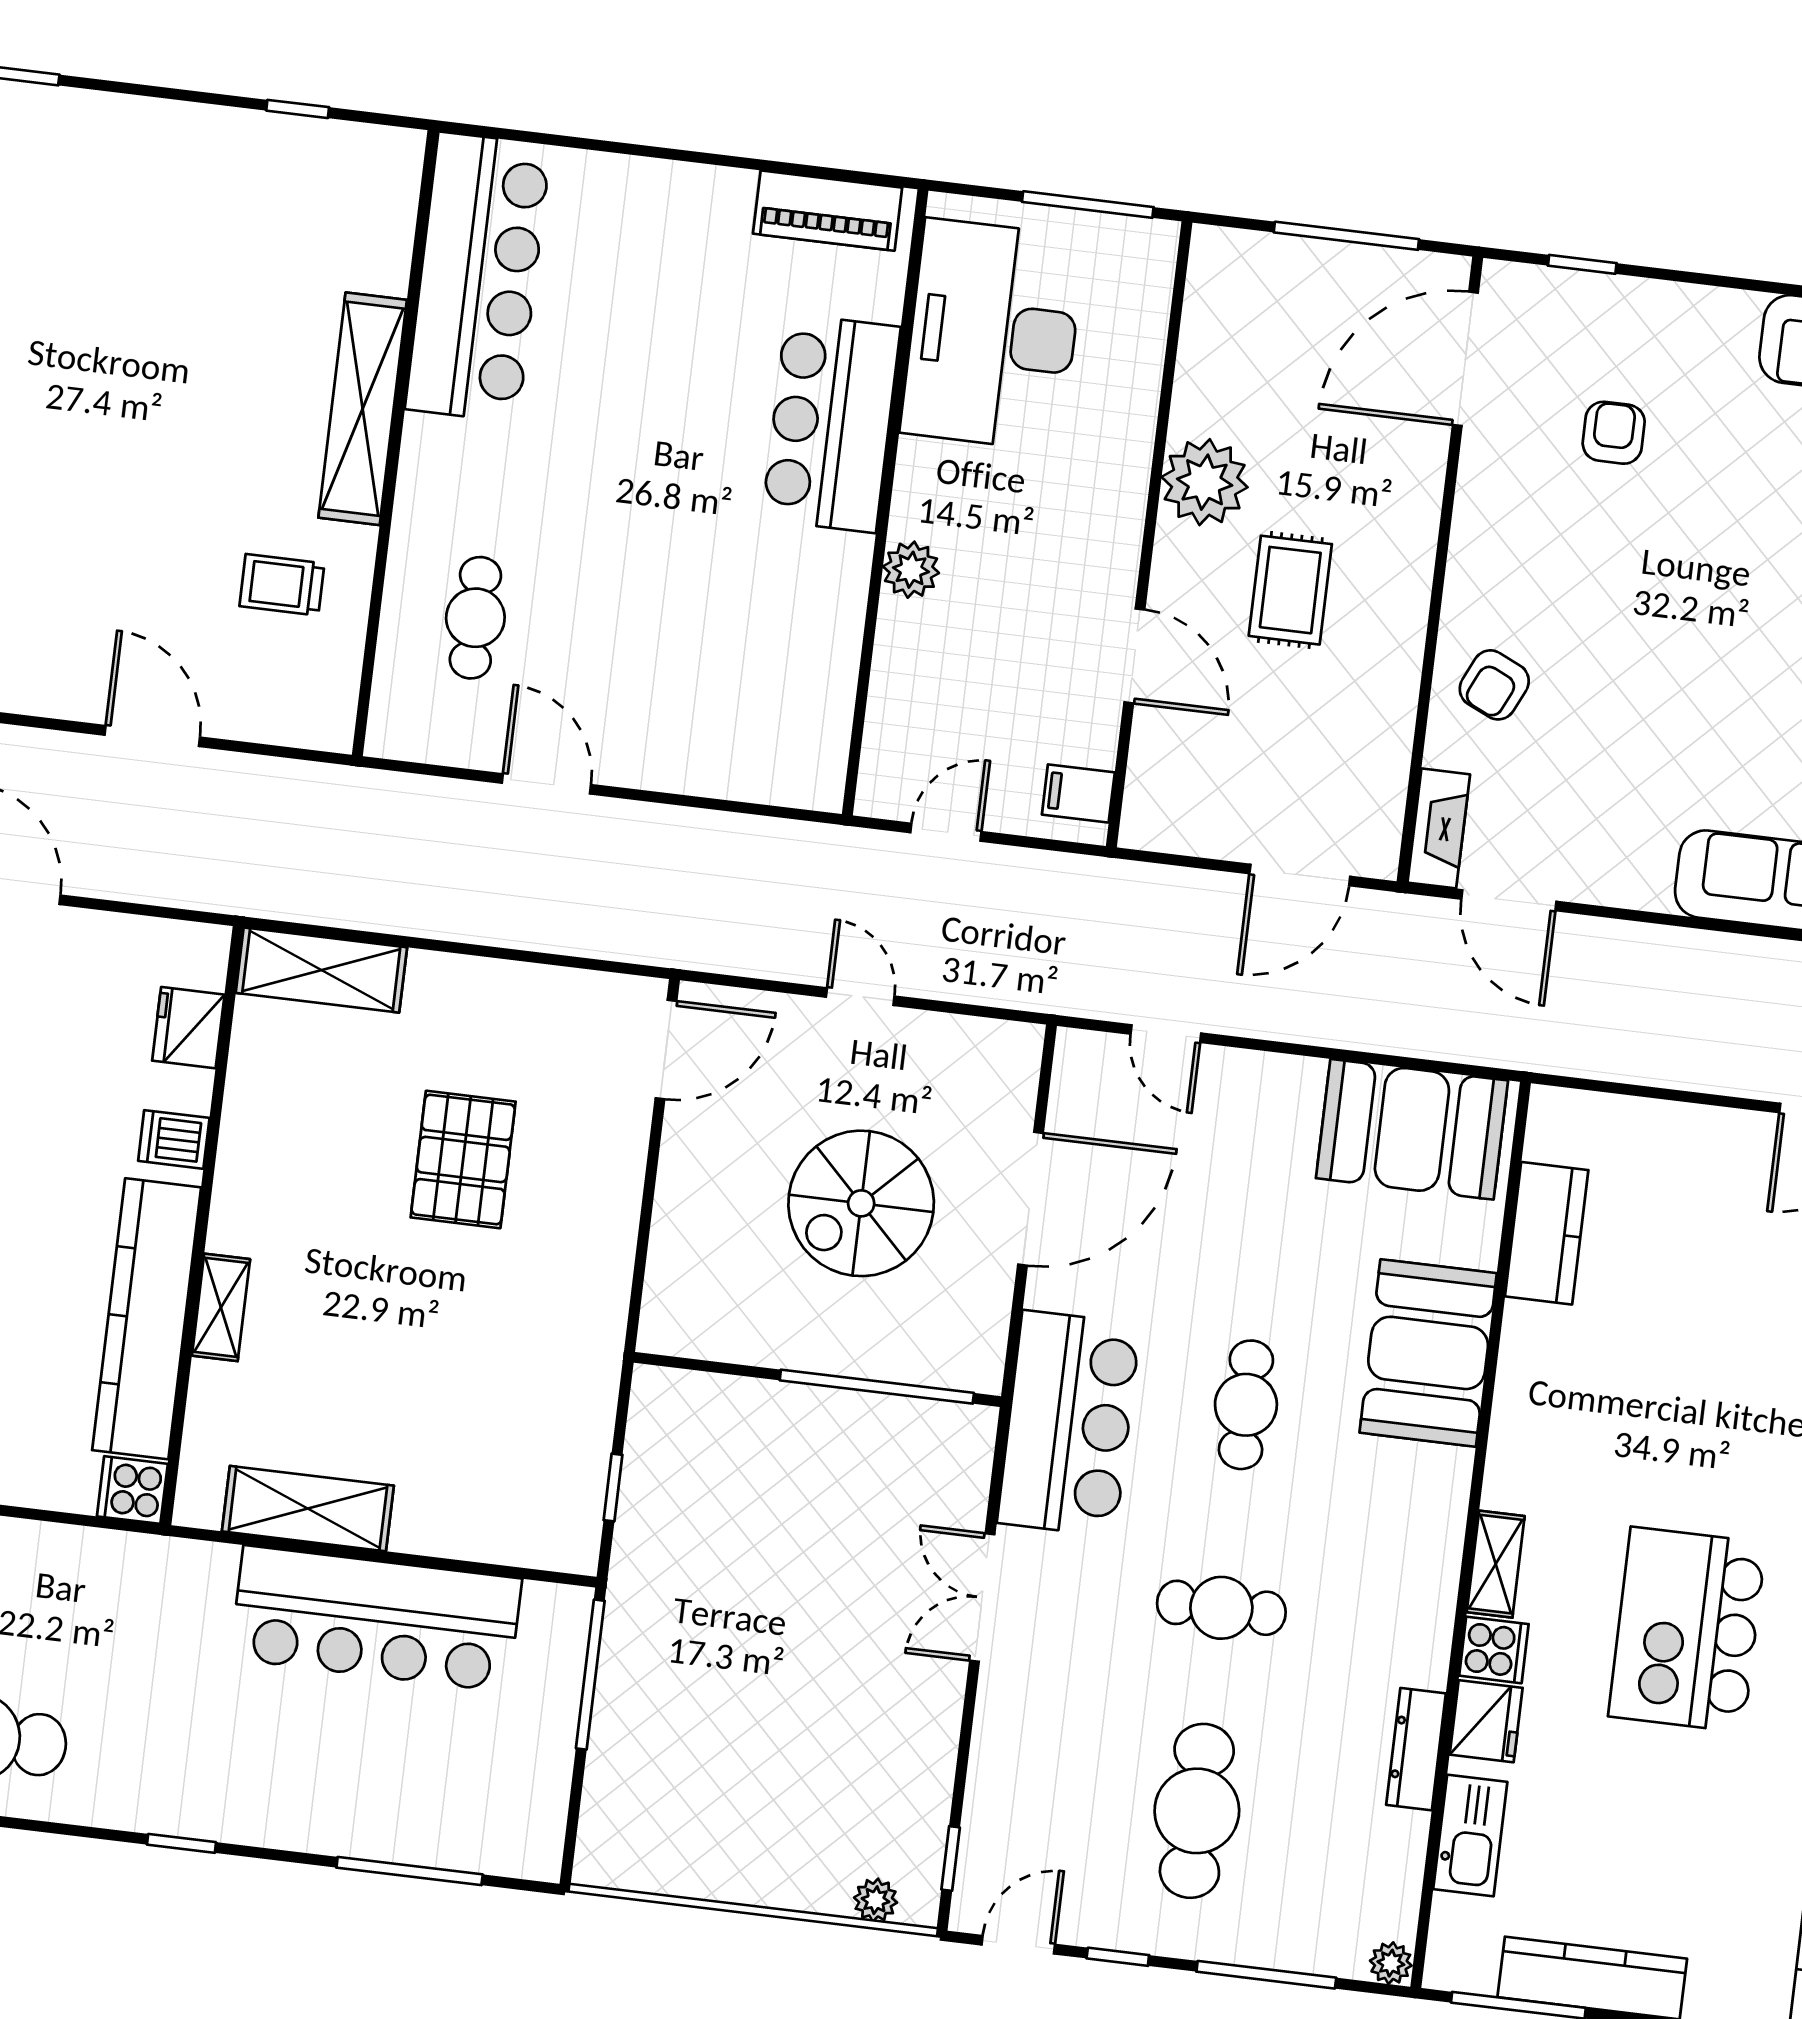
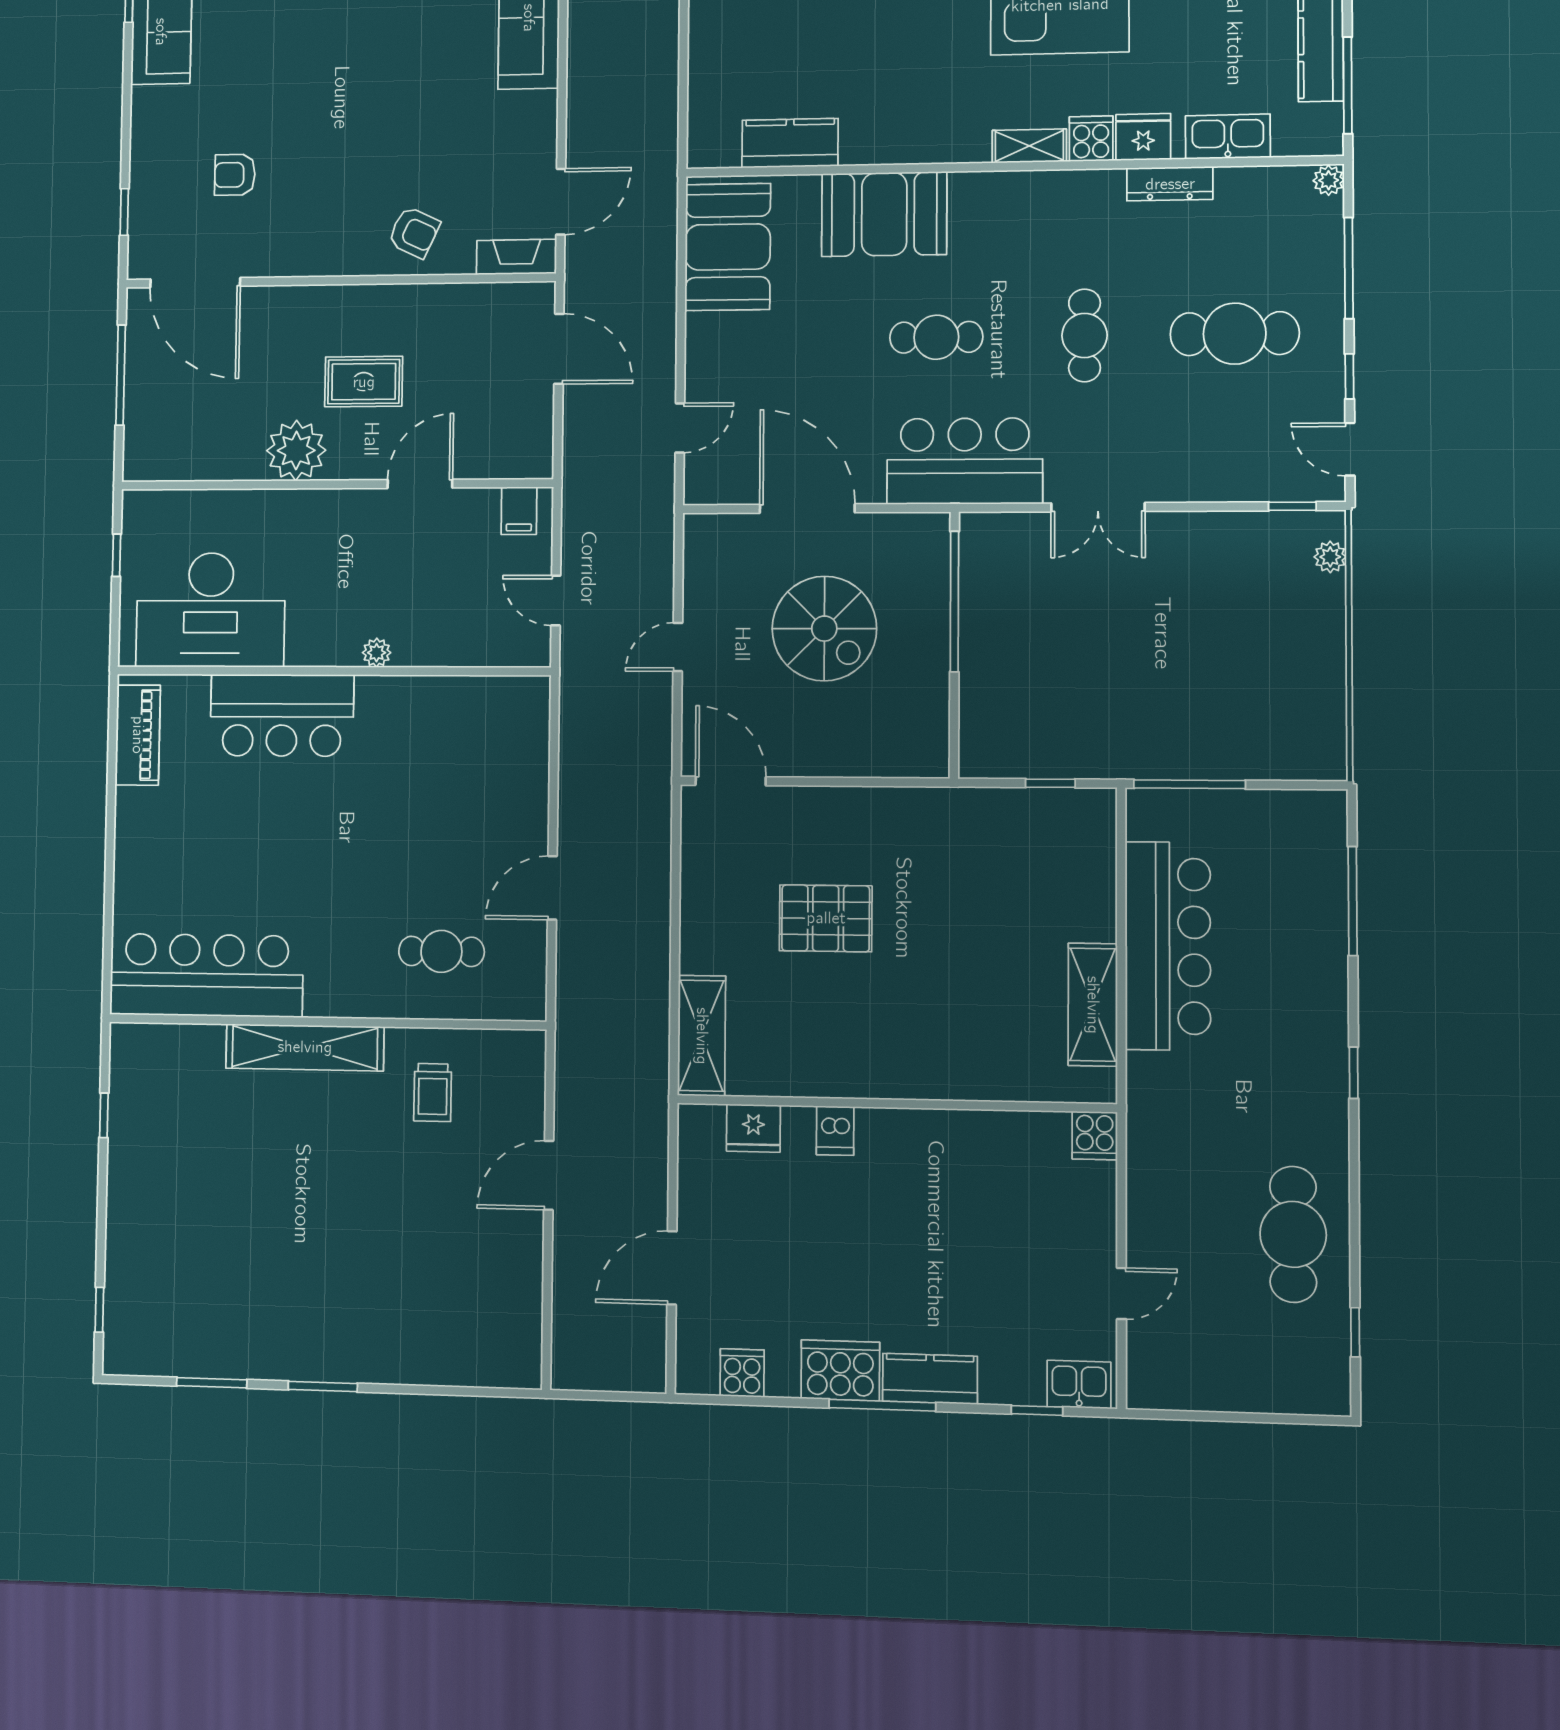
window: (1088, 205) -> (117, 555), width x0.46
plant: (911, 570) -> (377, 653), width x0.73, depth x0.73
shelving: (221, 1307) -> (953, 1084), removed
kitchen counter: (147, 1319) -> (968, 1138), removed

